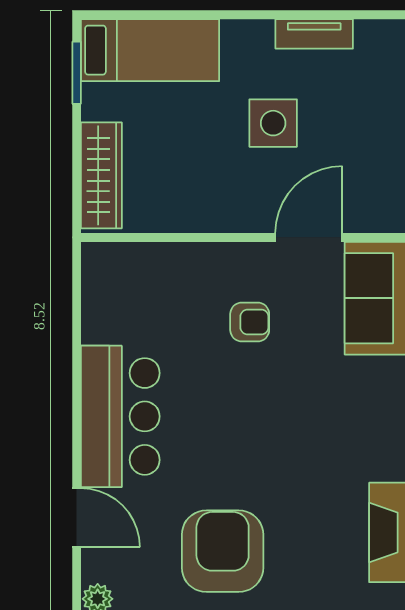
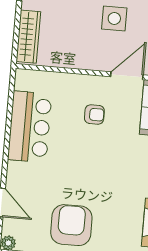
bar counter: (120, 416) -> (30, 127), moved

